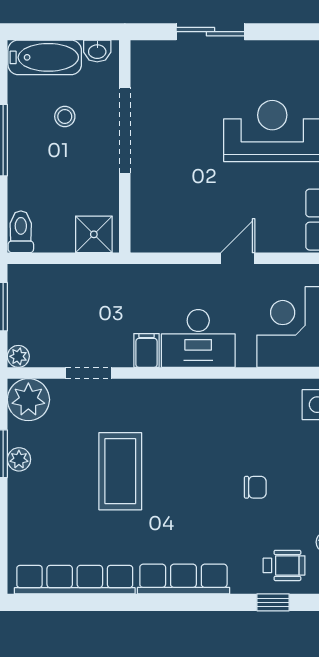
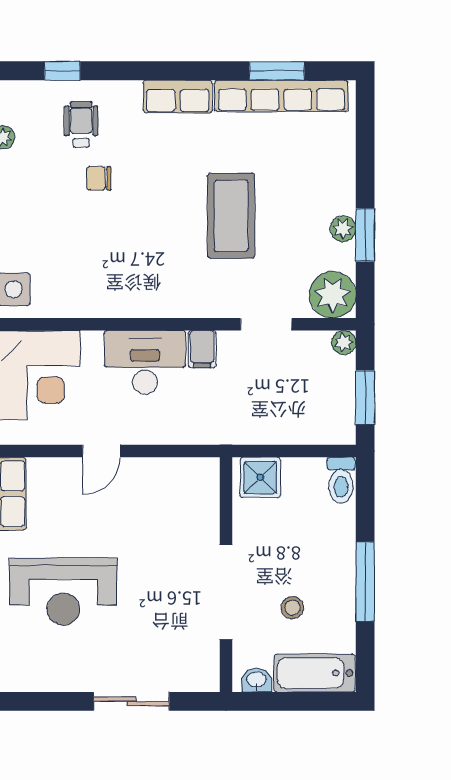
chair: (255, 487) -> (99, 178), moved
wheelchair: (284, 565) -> (81, 124), moved, turned 90
row of seats: (183, 579) -> (178, 97), width x0.68
window: (79, 602) -> (277, 71), added

